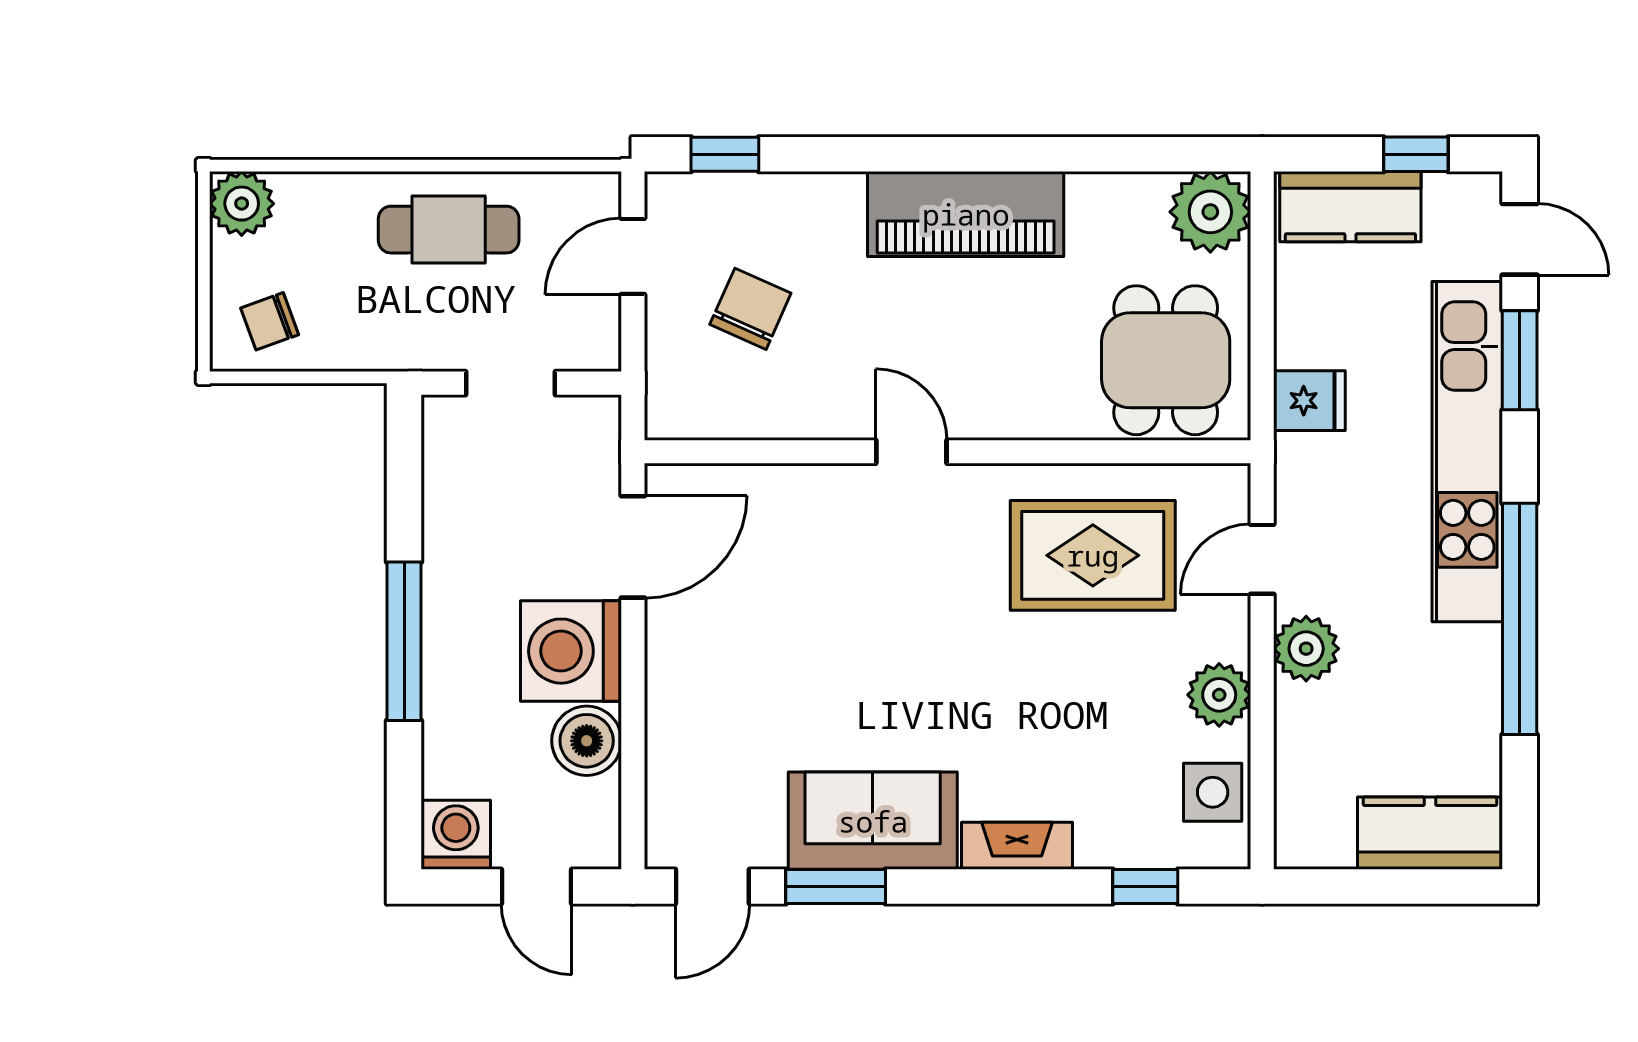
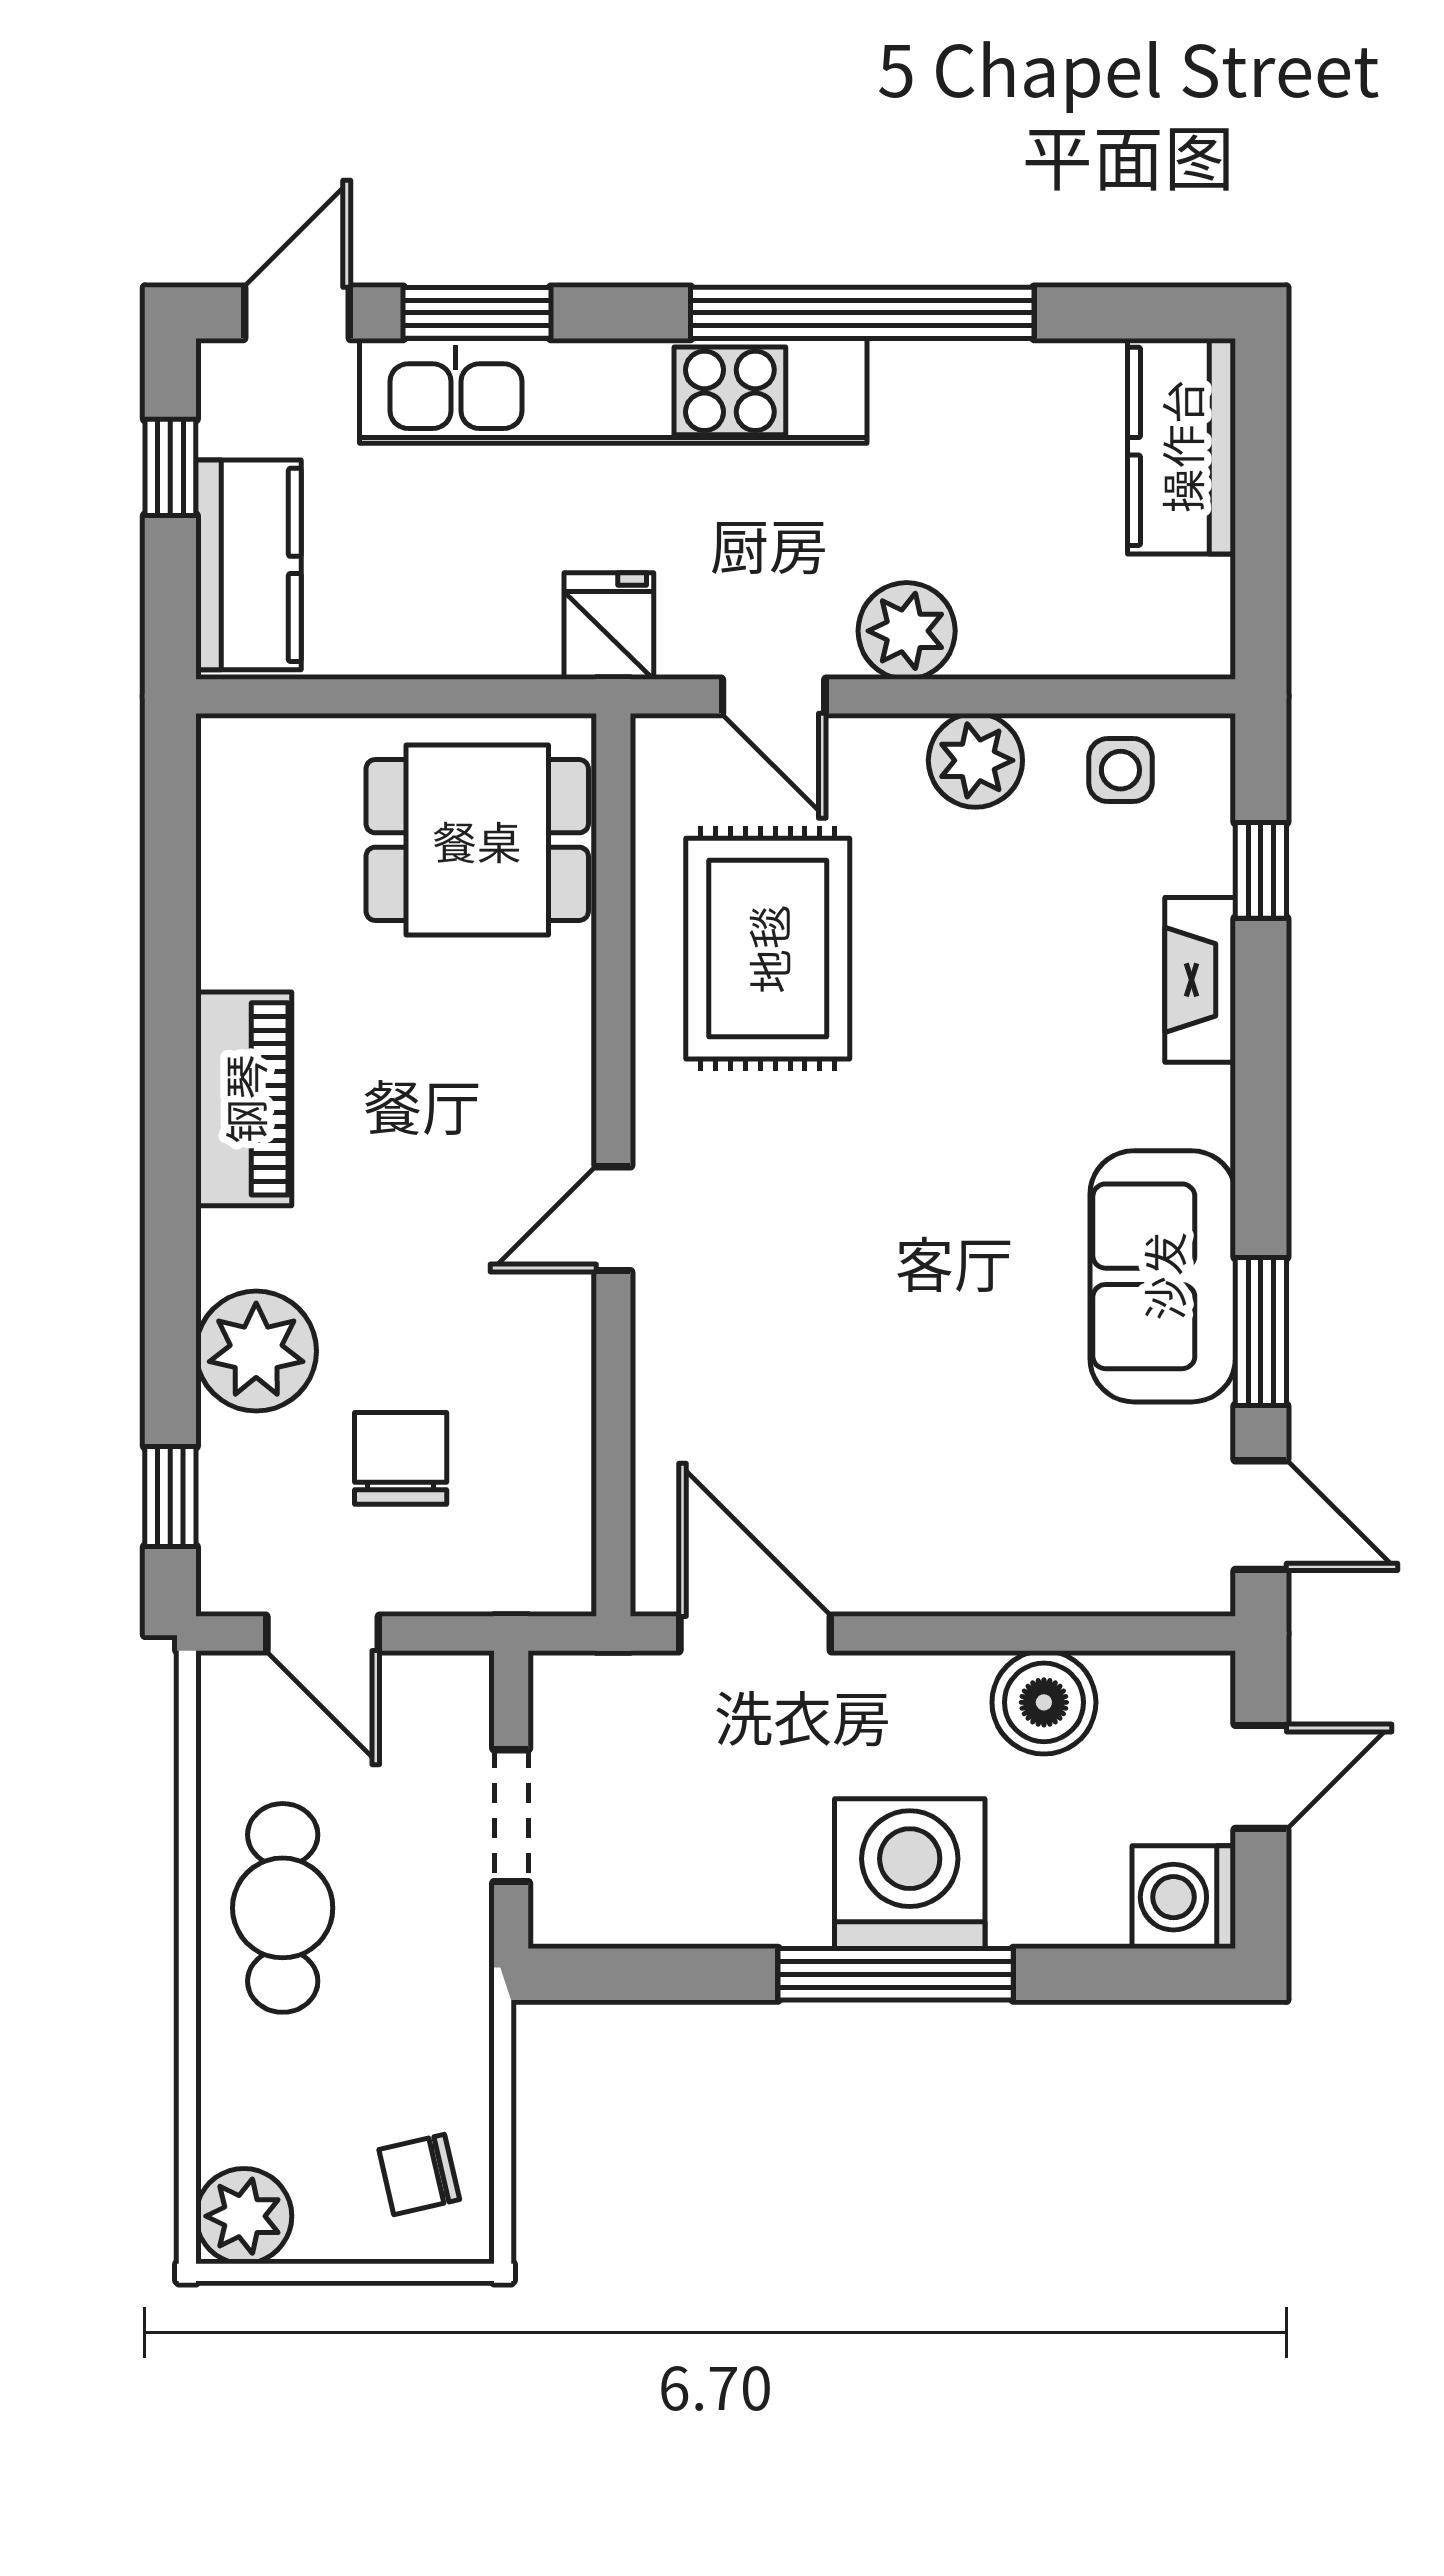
plant: (1210, 212) -> (256, 1351), moved
piano: (966, 214) -> (244, 1099), width x0.73, depth x0.75
chair: (750, 309) -> (401, 1458), turned 66
chair: (270, 321) -> (419, 2175), turned 97
fridge: (1309, 401) -> (609, 626), moved
washing machine: (571, 651) -> (910, 1874), moved, turned 180
side table: (1213, 792) -> (1120, 770), width x0.73, depth x0.73
fireplace: (1017, 846) -> (1200, 980), moved

